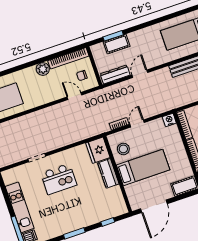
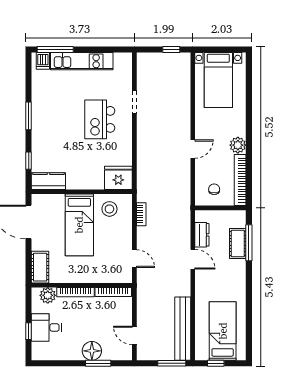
window: (113, 36) -> (249, 243), width x1.44
dresser: (115, 74) -> (202, 235), width x0.70
door: (74, 96) -> (193, 149), moved
nightstand: (169, 120) -> (125, 276), removed
door: (137, 123) -> (134, 259), moved
kitchen counter: (108, 173) -> (48, 181), moved

